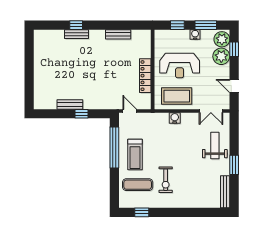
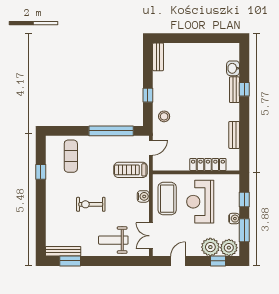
washbasin: (57, 35) -> (233, 68), added
locker: (145, 76) -> (208, 164), moved
stool: (101, 99) -> (164, 116), added
bench: (70, 104) -> (158, 57), moved
weight bench: (215, 146) -> (113, 240), turned 180
treadmill: (135, 155) -> (131, 170), moved
window: (234, 165) -> (70, 261), moved
exercise bike: (166, 180) -> (91, 204), moved
window: (142, 212) -> (41, 172), moved

